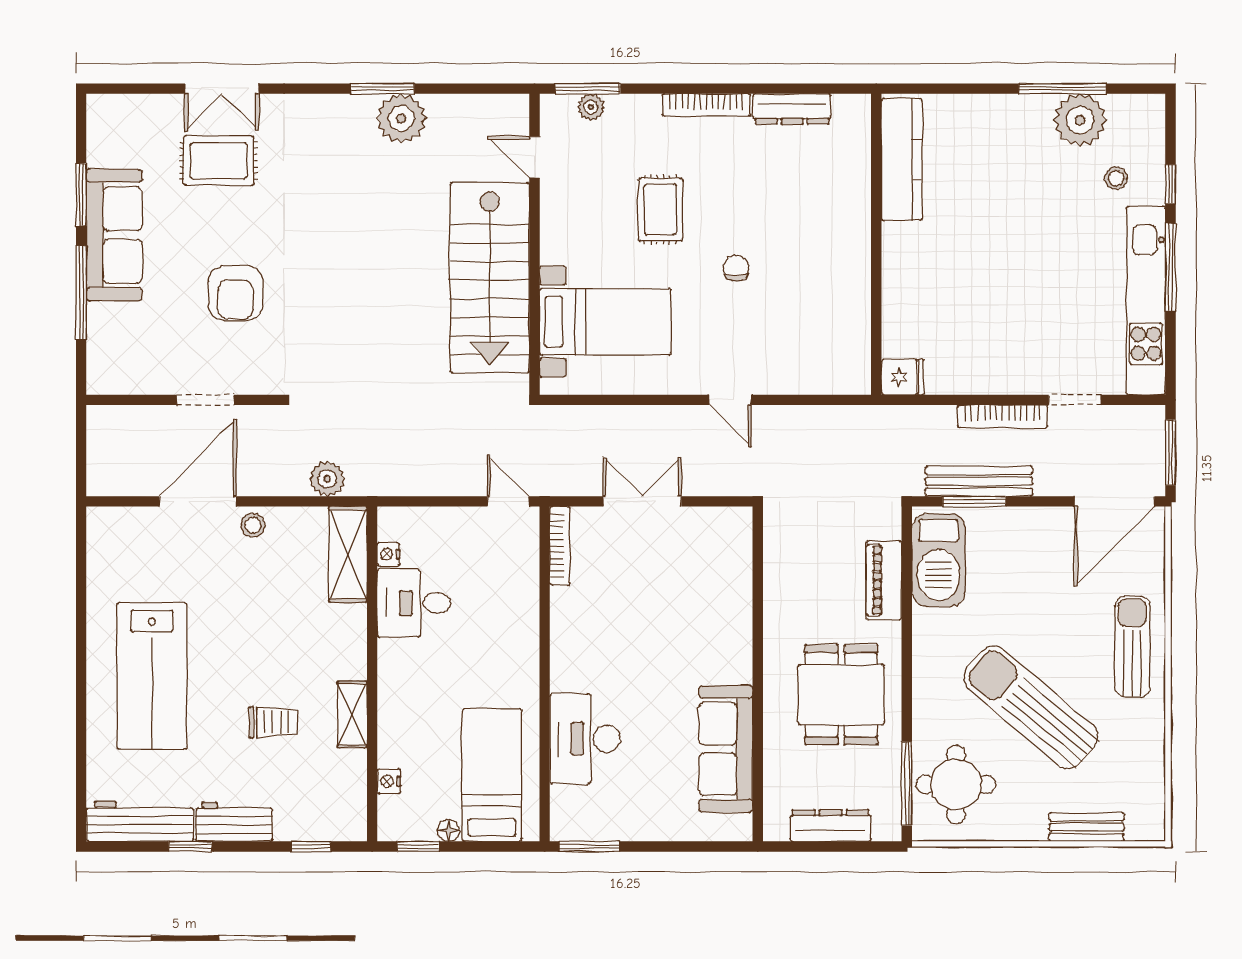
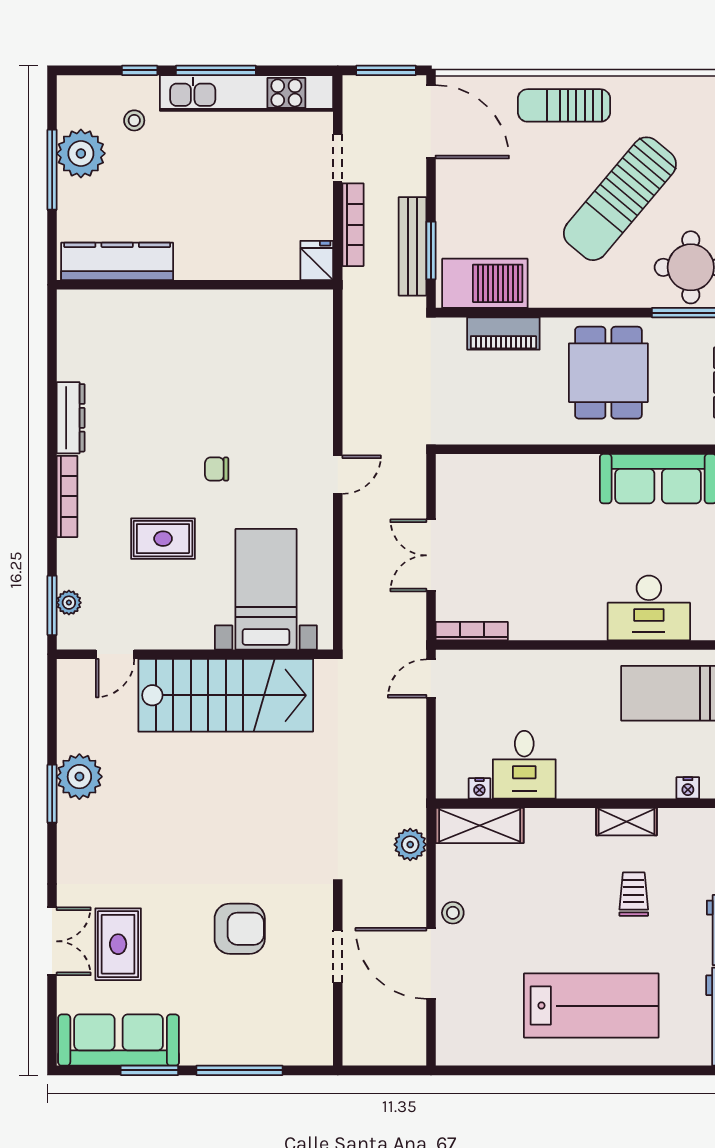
kitchen counter: (902, 160) -> (117, 261), moved
sofa: (114, 235) -> (119, 1040), moved
wall: (876, 244) -> (195, 285), moved
fridge: (903, 377) -> (317, 260), moved
dining table: (841, 695) -> (608, 373), turned 90

